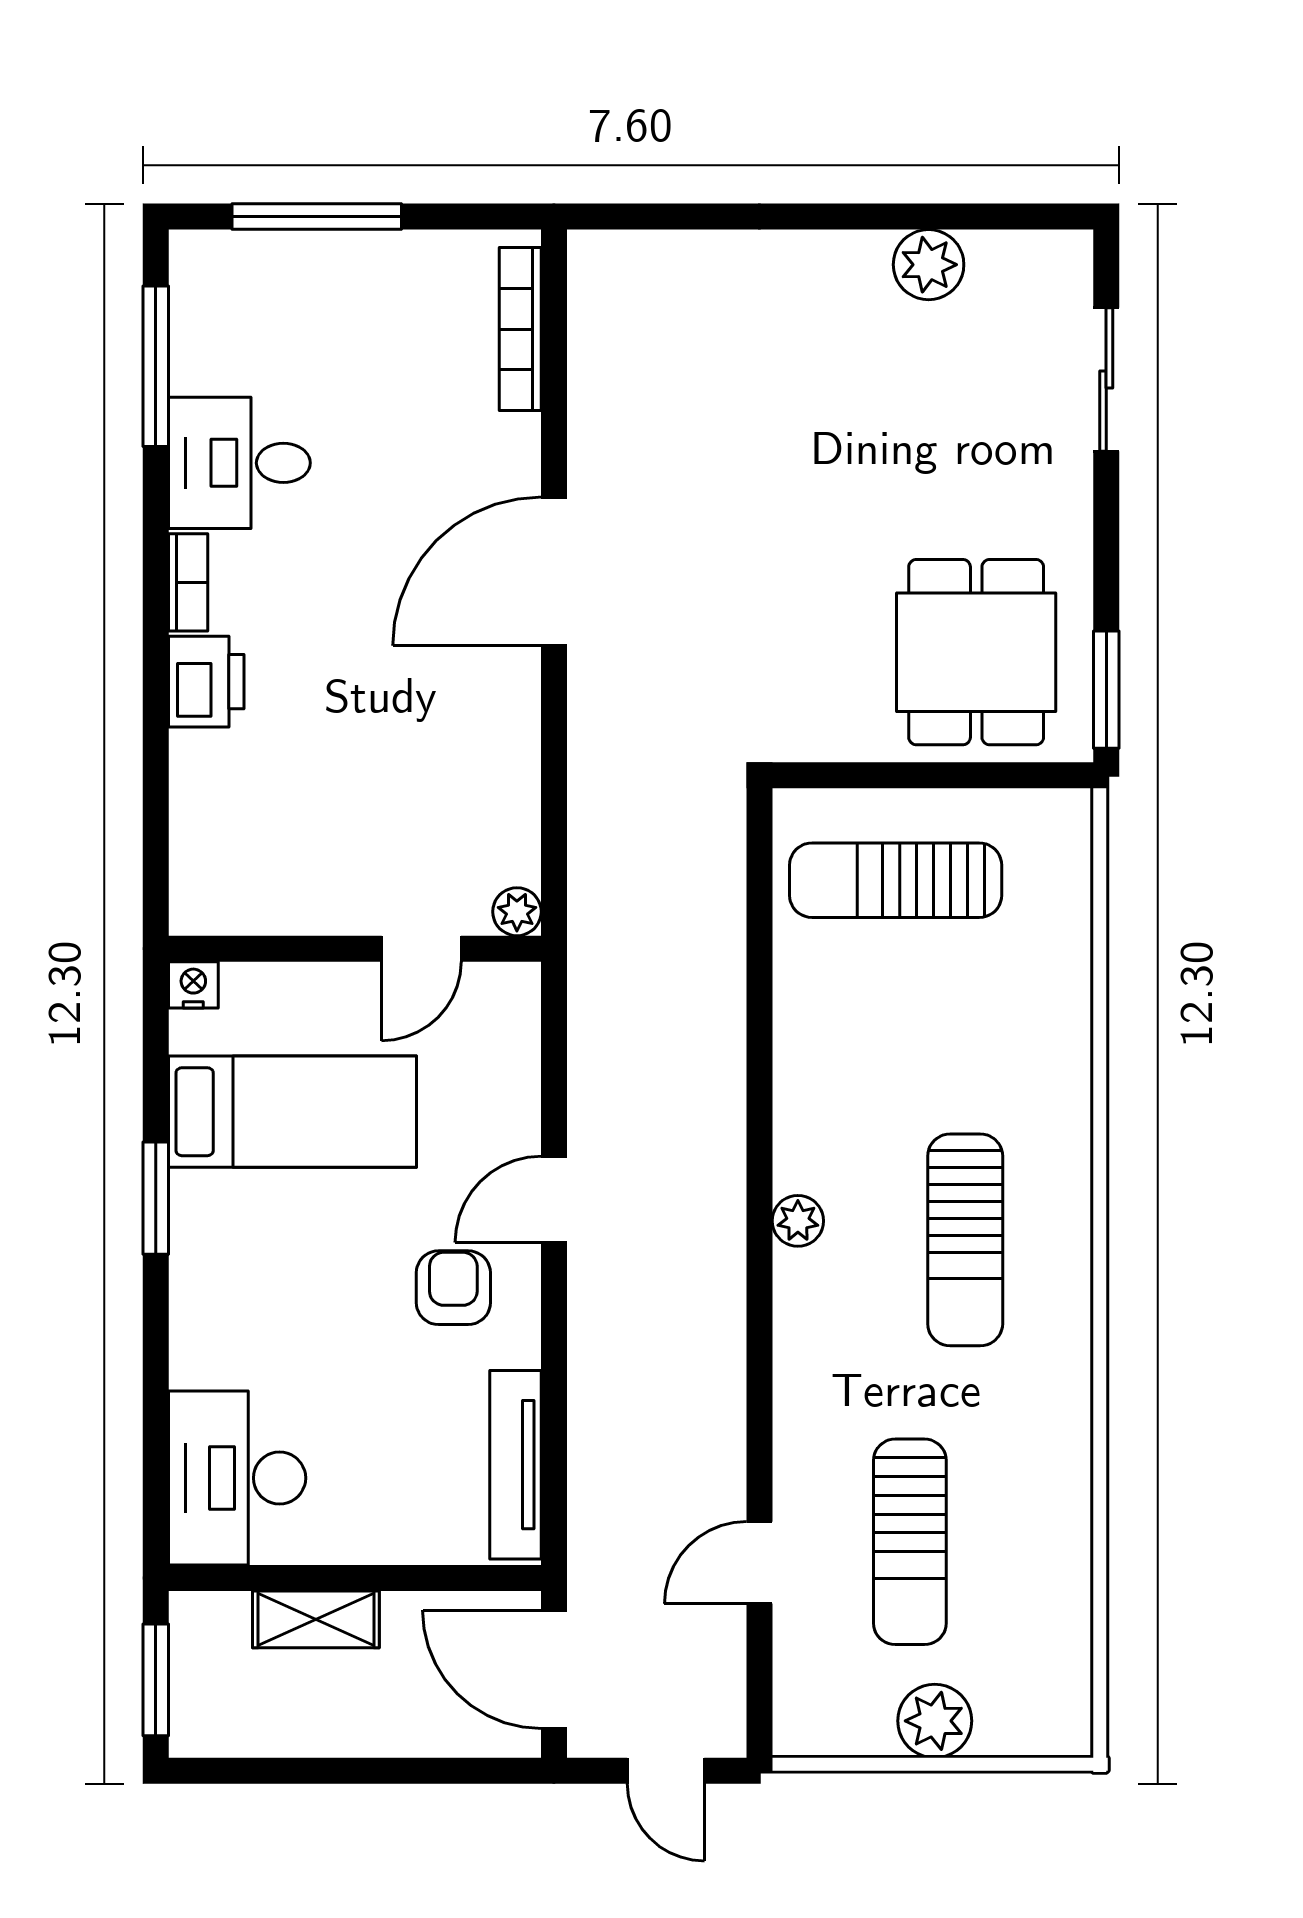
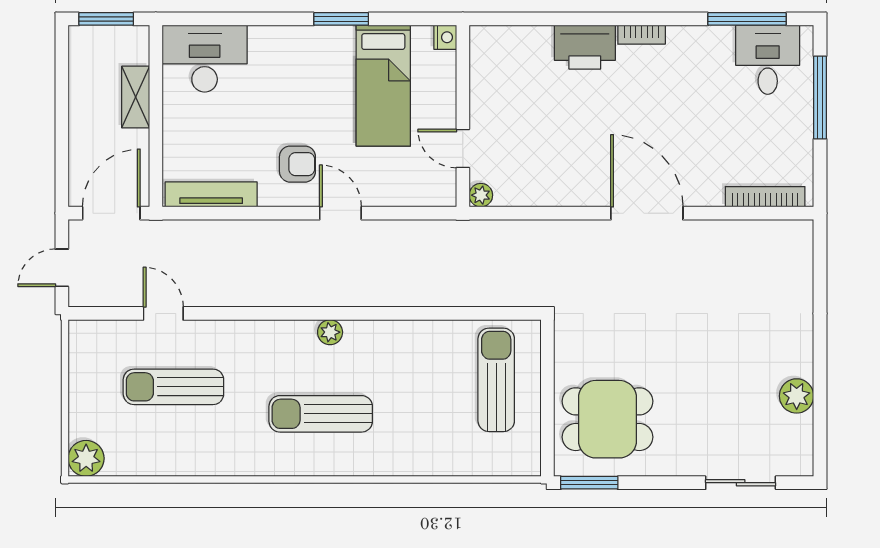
desk: (239, 463) -> (768, 60), moved
printer: (206, 682) -> (585, 47), width x1.37, depth x1.19
plant: (935, 1721) -> (86, 458), moved

